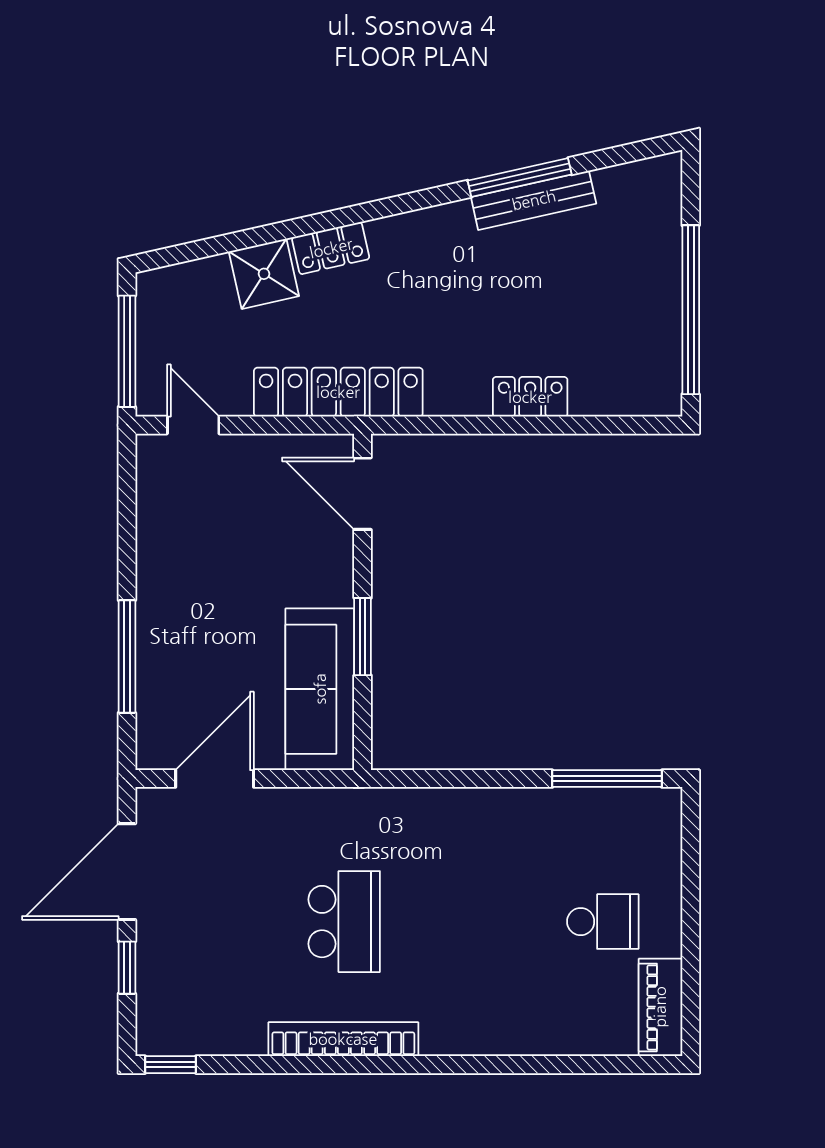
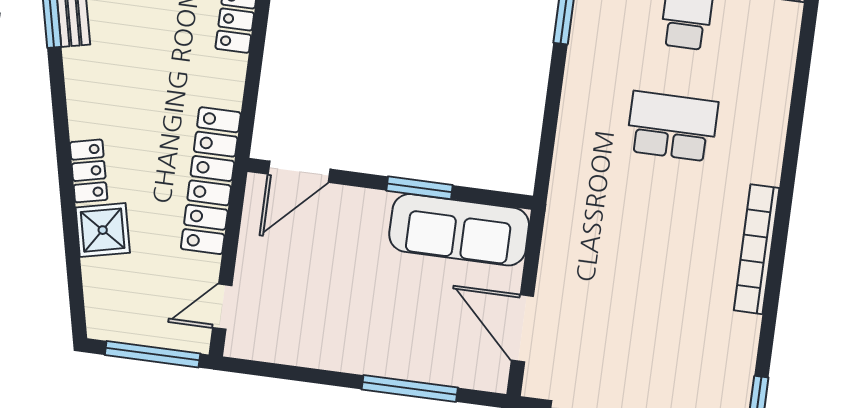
school desk: (344, 922) -> (672, 126), moved

